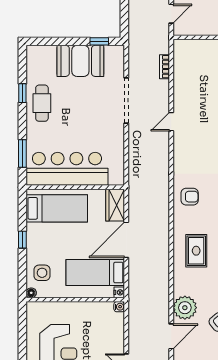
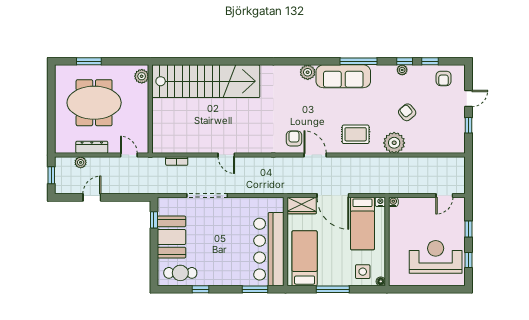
cafe table: (42, 103) -> (180, 273), moved
window: (22, 240) -> (333, 289), width x2.17
rug: (196, 251) -> (356, 134), moved
door: (171, 336) -> (315, 155), moved

